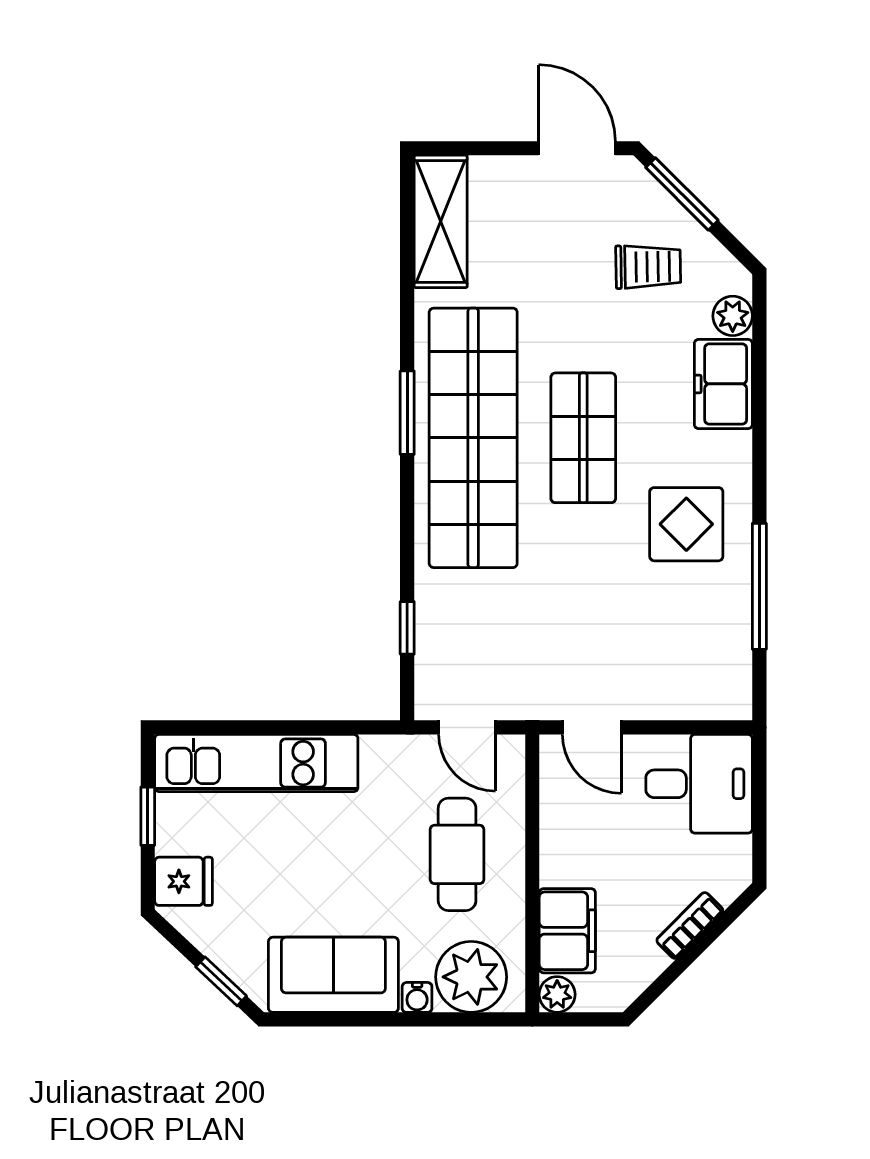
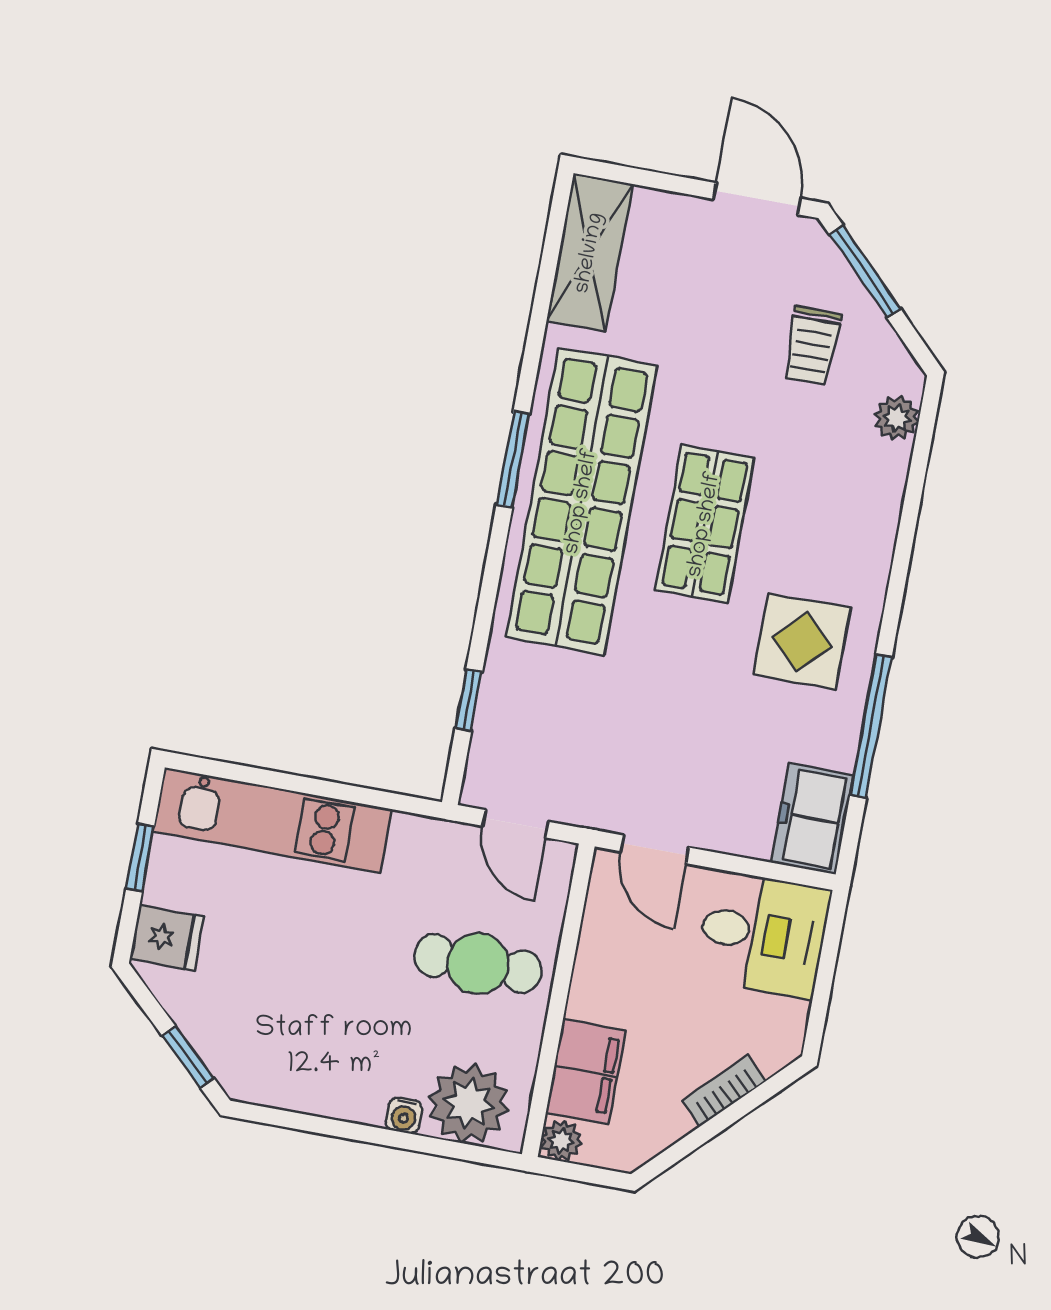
trolley: (648, 267) -> (812, 346), turned 91
freezer: (723, 384) -> (812, 819), moved
cafe table: (457, 854) -> (478, 964), turned 90
sofa: (333, 975) -> (315, 1073), removed

